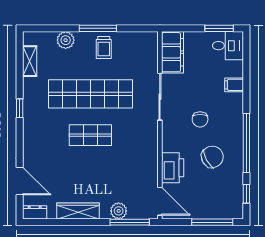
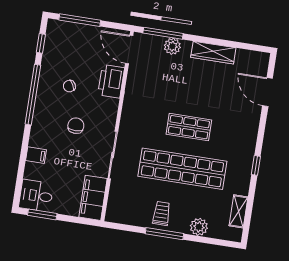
chair: (212, 157) -> (69, 86), width x0.54, depth x0.54
dresser: (35, 212) -> (257, 58), removed

